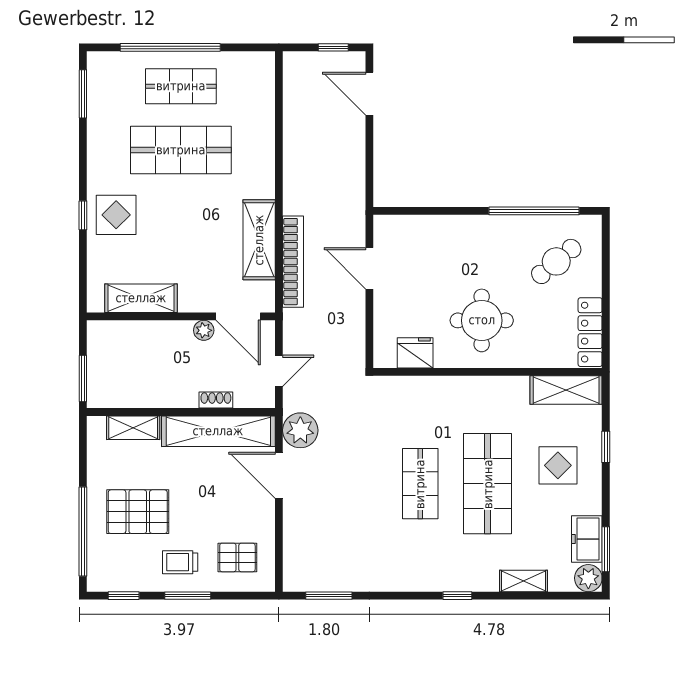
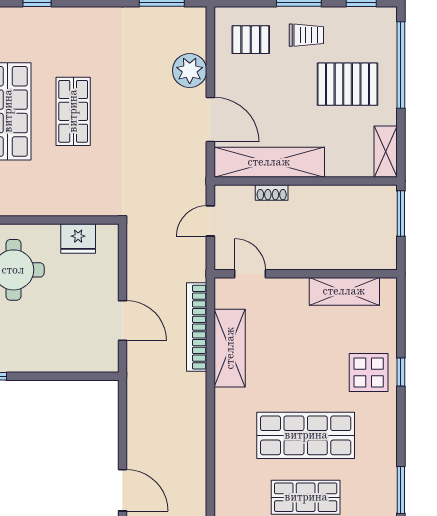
door: (238, 316) -> (250, 274), width x0.73
plant: (204, 330) -> (283, 260), removed
shelving: (133, 428) -> (386, 152), moved, turned 90
plant: (300, 430) -> (190, 71), moved

